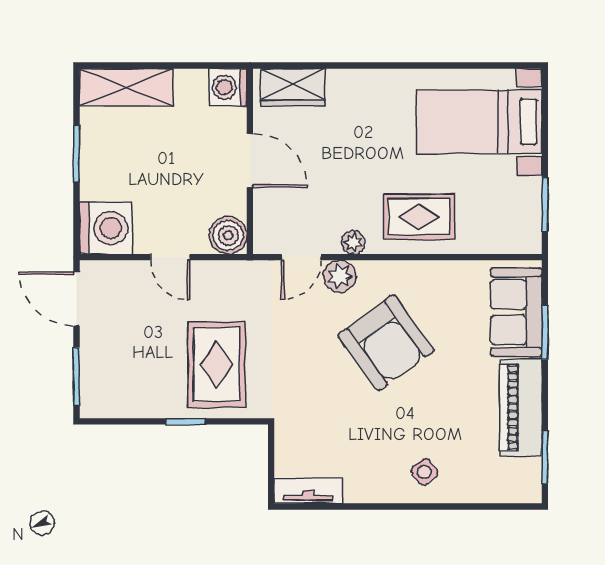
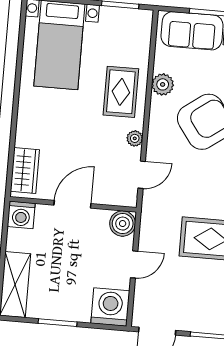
door: (301, 257) -> (142, 175), hinge flipped
plant: (340, 276) -> (163, 84), moved

